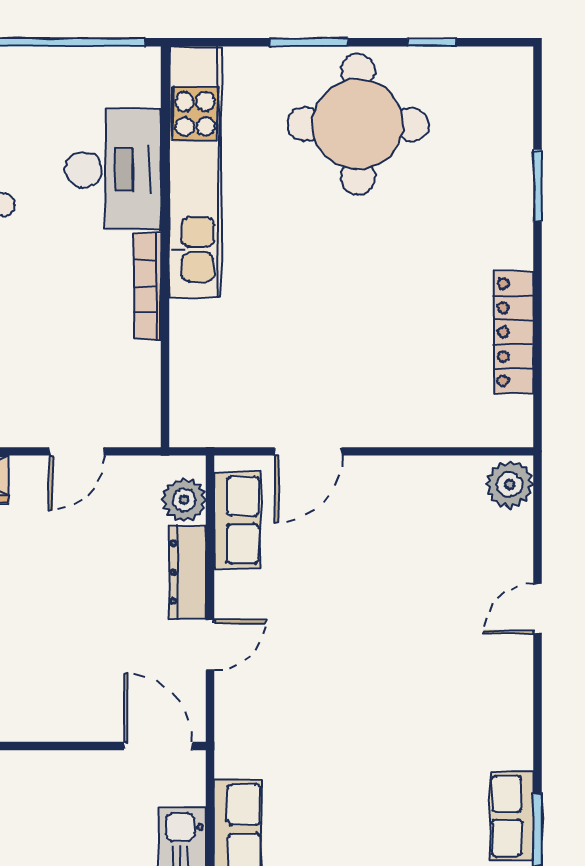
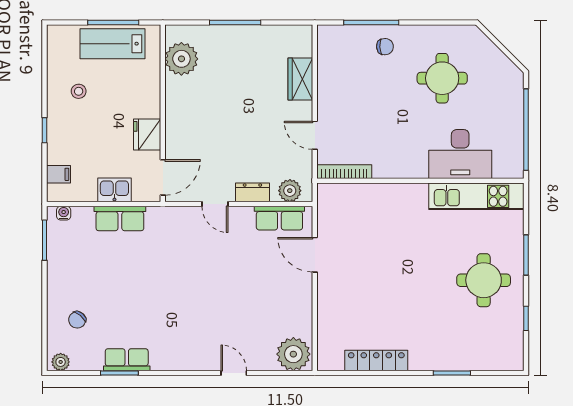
round table: (358, 124) -> (484, 280), width x0.73, depth x0.73
kitchen unit: (195, 172) -> (476, 196), width x0.73
bookcase: (147, 287) -> (344, 172), moved
plant: (510, 484) -> (293, 354), width x1.36, depth x1.36
dresser: (188, 572) -> (252, 192), width x0.70
fridge: (75, 776) -> (147, 135), added

